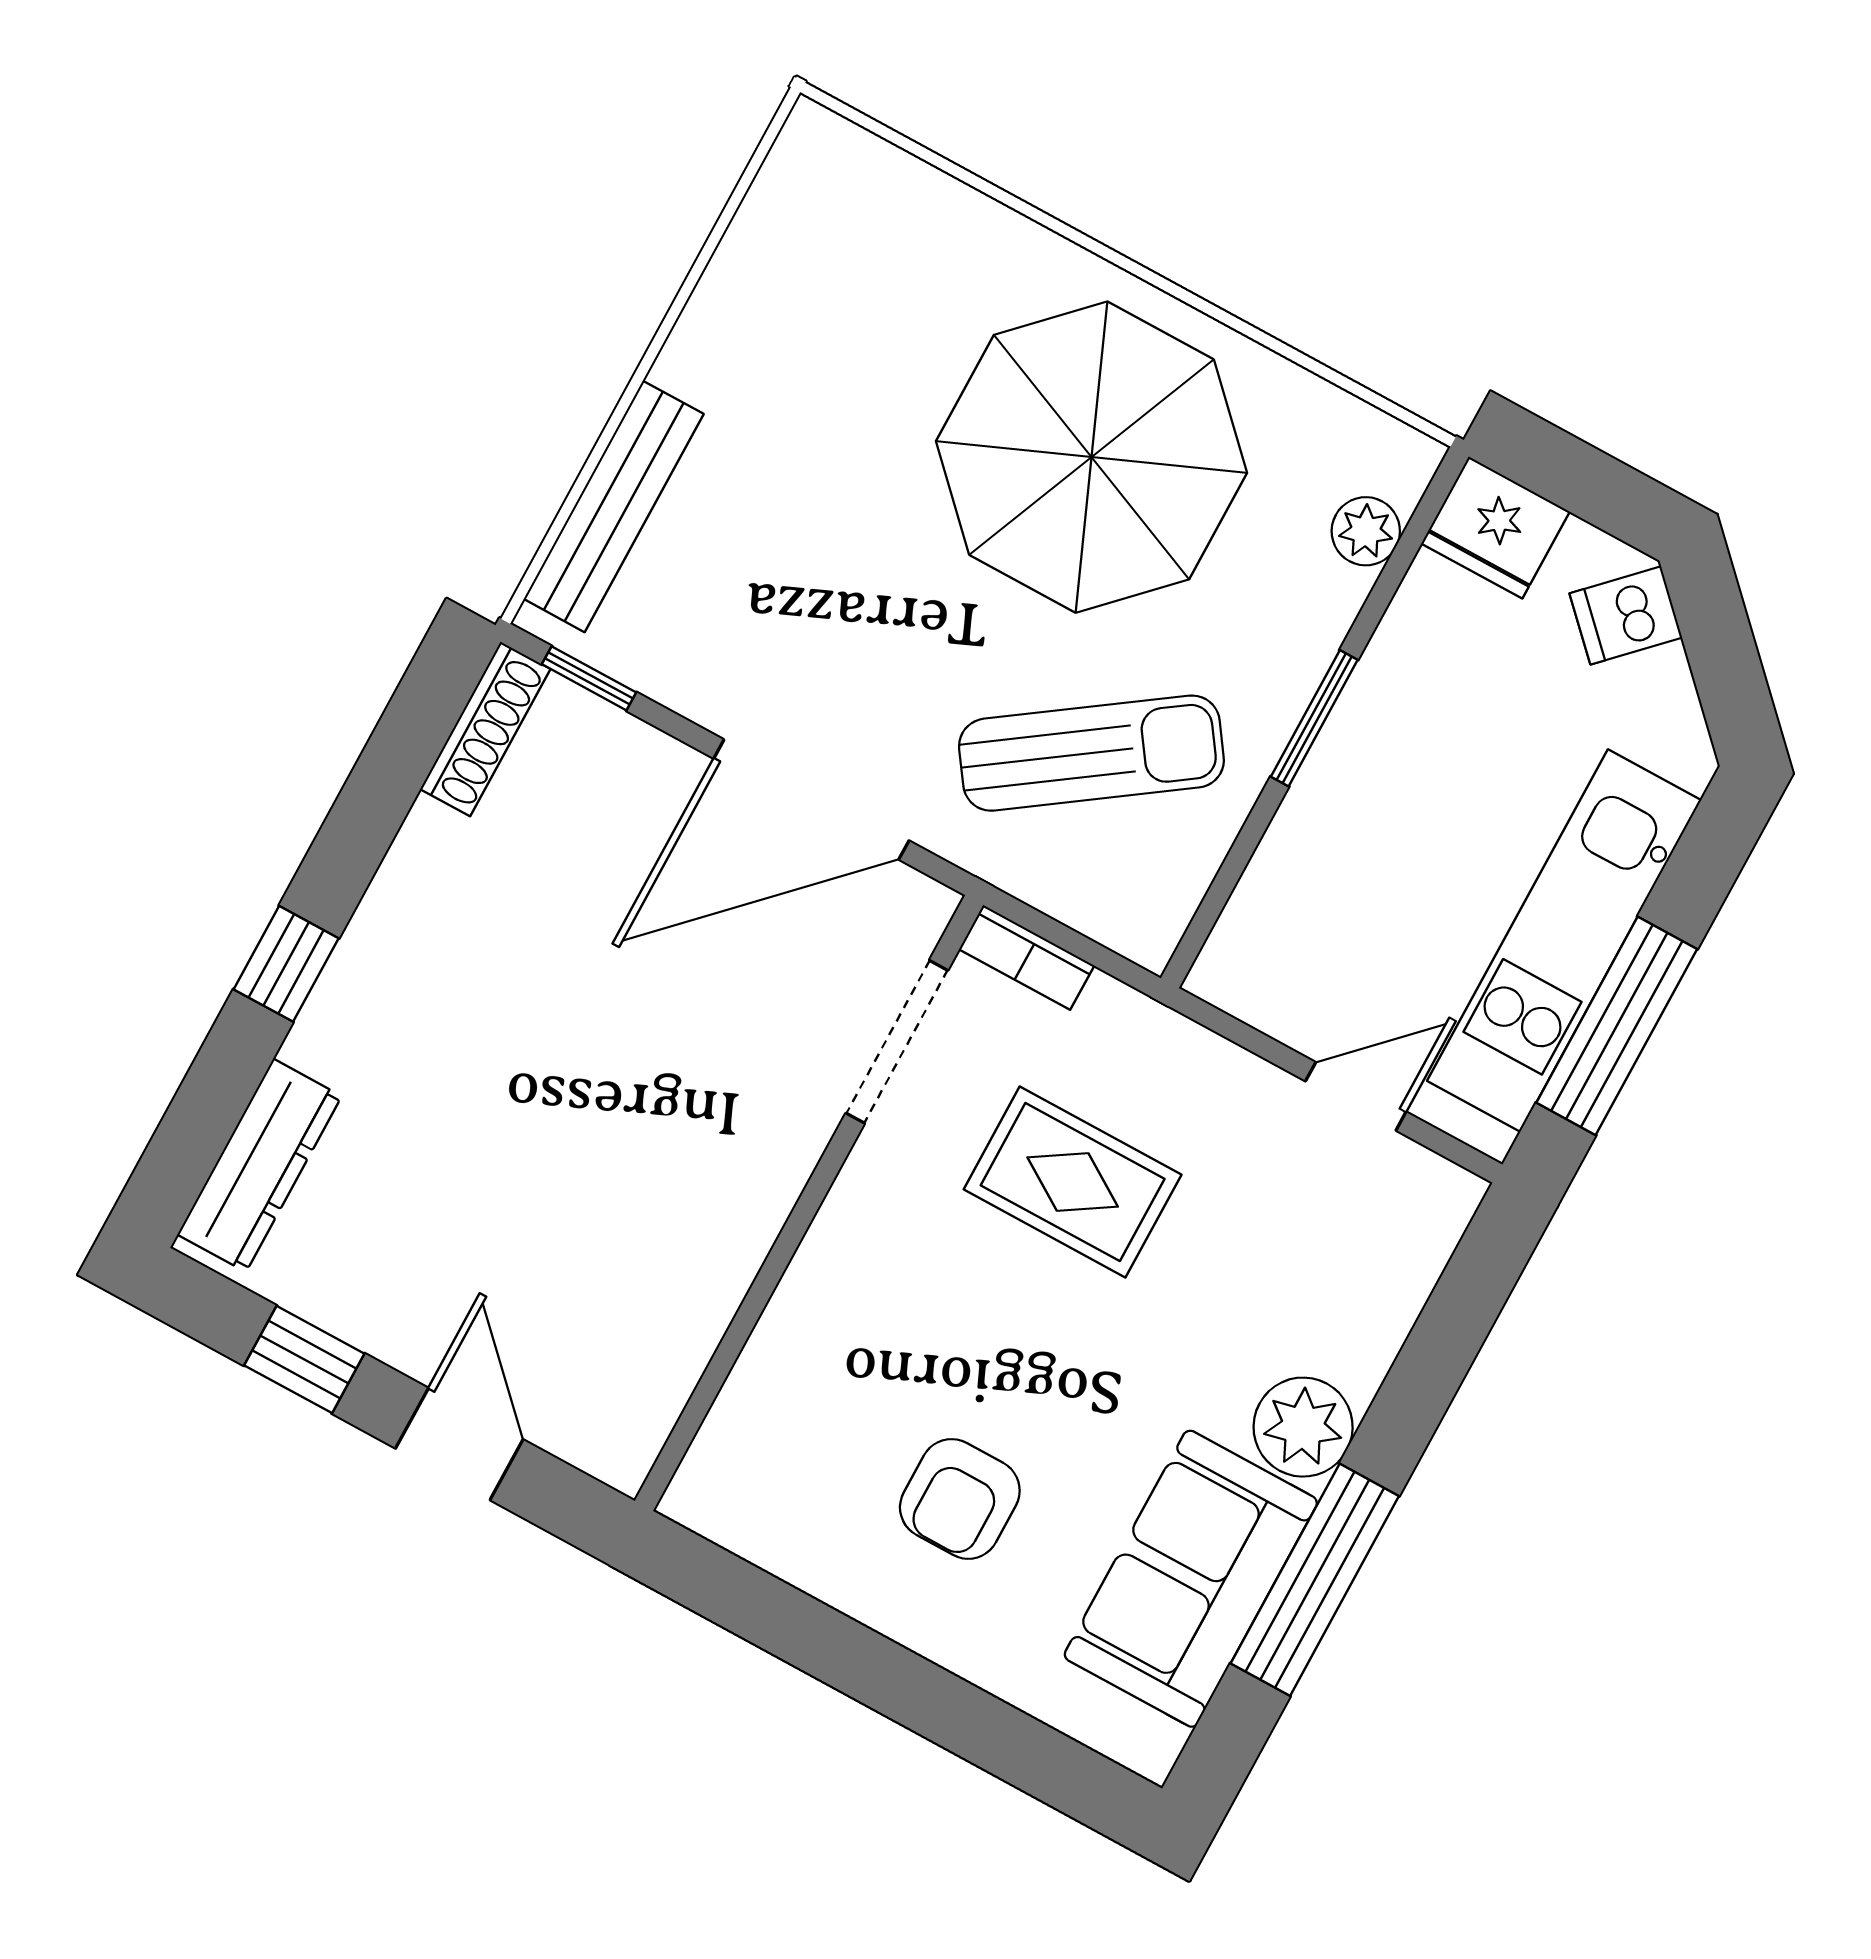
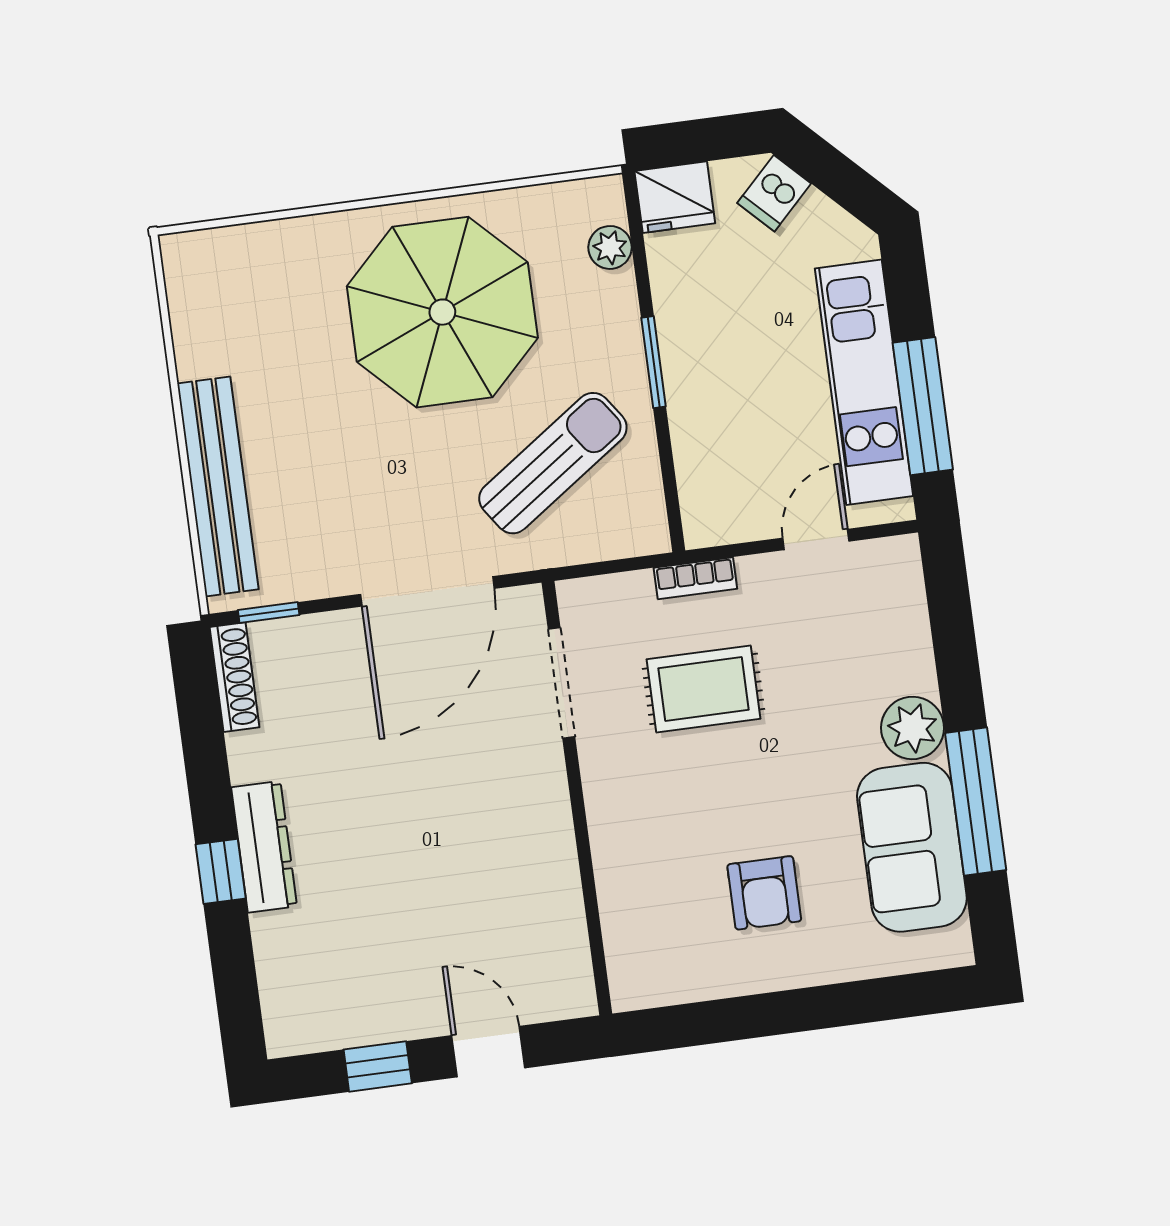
bench: (614, 506) -> (218, 486), width x1.37, depth x1.21
bookcase: (1027, 957) -> (695, 578), moved
dresser: (260, 1165) -> (264, 847), moved

